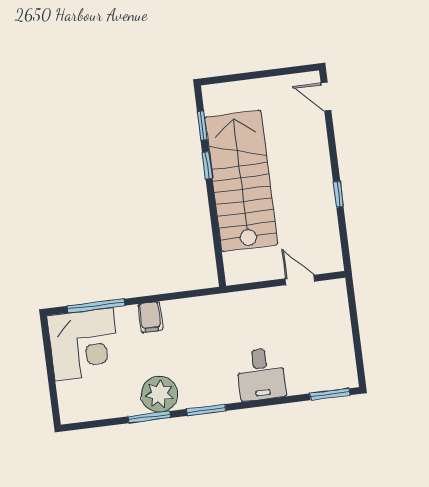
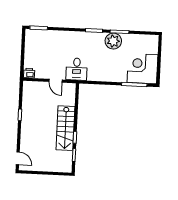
stairs: (241, 181) -> (65, 128), width x0.73, depth x0.66
door: (300, 280) -> (56, 81), moved
printer: (334, 290) -> (29, 73), added
filing cabinet: (150, 317) -> (111, 75), removed
desk: (261, 374) -> (77, 69), moved, turned 180

